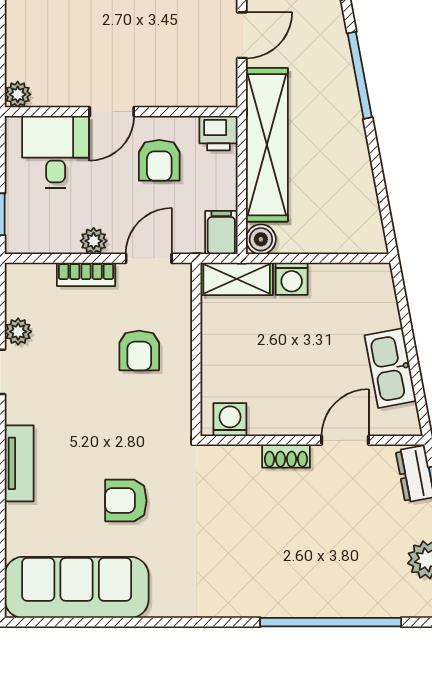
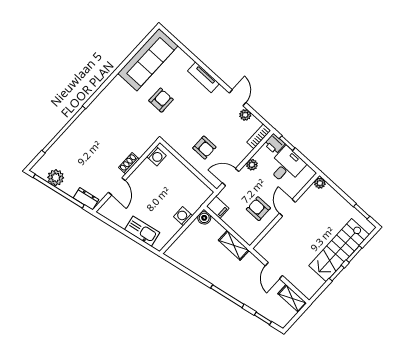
printer: (219, 133) -> (274, 144), moved, turned -90
shelving: (267, 145) -> (234, 245), width x0.45, depth x0.75
desk: (56, 152) -> (286, 166), moved, turned -90
door: (149, 258) -> (231, 177), swing flipped
bookcase: (86, 274) -> (259, 136), moved
shelving: (237, 279) -> (199, 199), removed
armchair: (139, 350) -> (204, 148), turned 180
kitchen sink: (390, 368) -> (142, 231), moved

